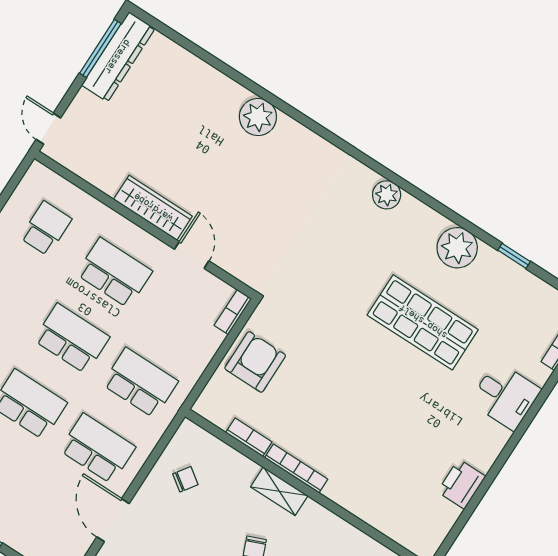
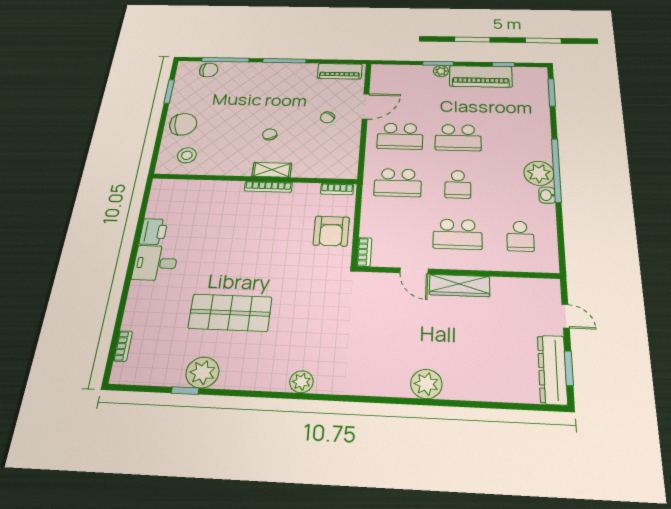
window: (100, 48) -> (569, 368), width x0.69
door: (48, 129) -> (566, 316), moved
plant: (457, 248) -> (202, 372), moved
school desk: (72, 338) -> (458, 184), width x0.54
desk: (505, 396) -> (155, 263), moved
bookcase: (249, 437) -> (337, 189), moved
chair: (185, 479) -> (327, 117), moved
door: (113, 520) -> (365, 106), hinge flipped

